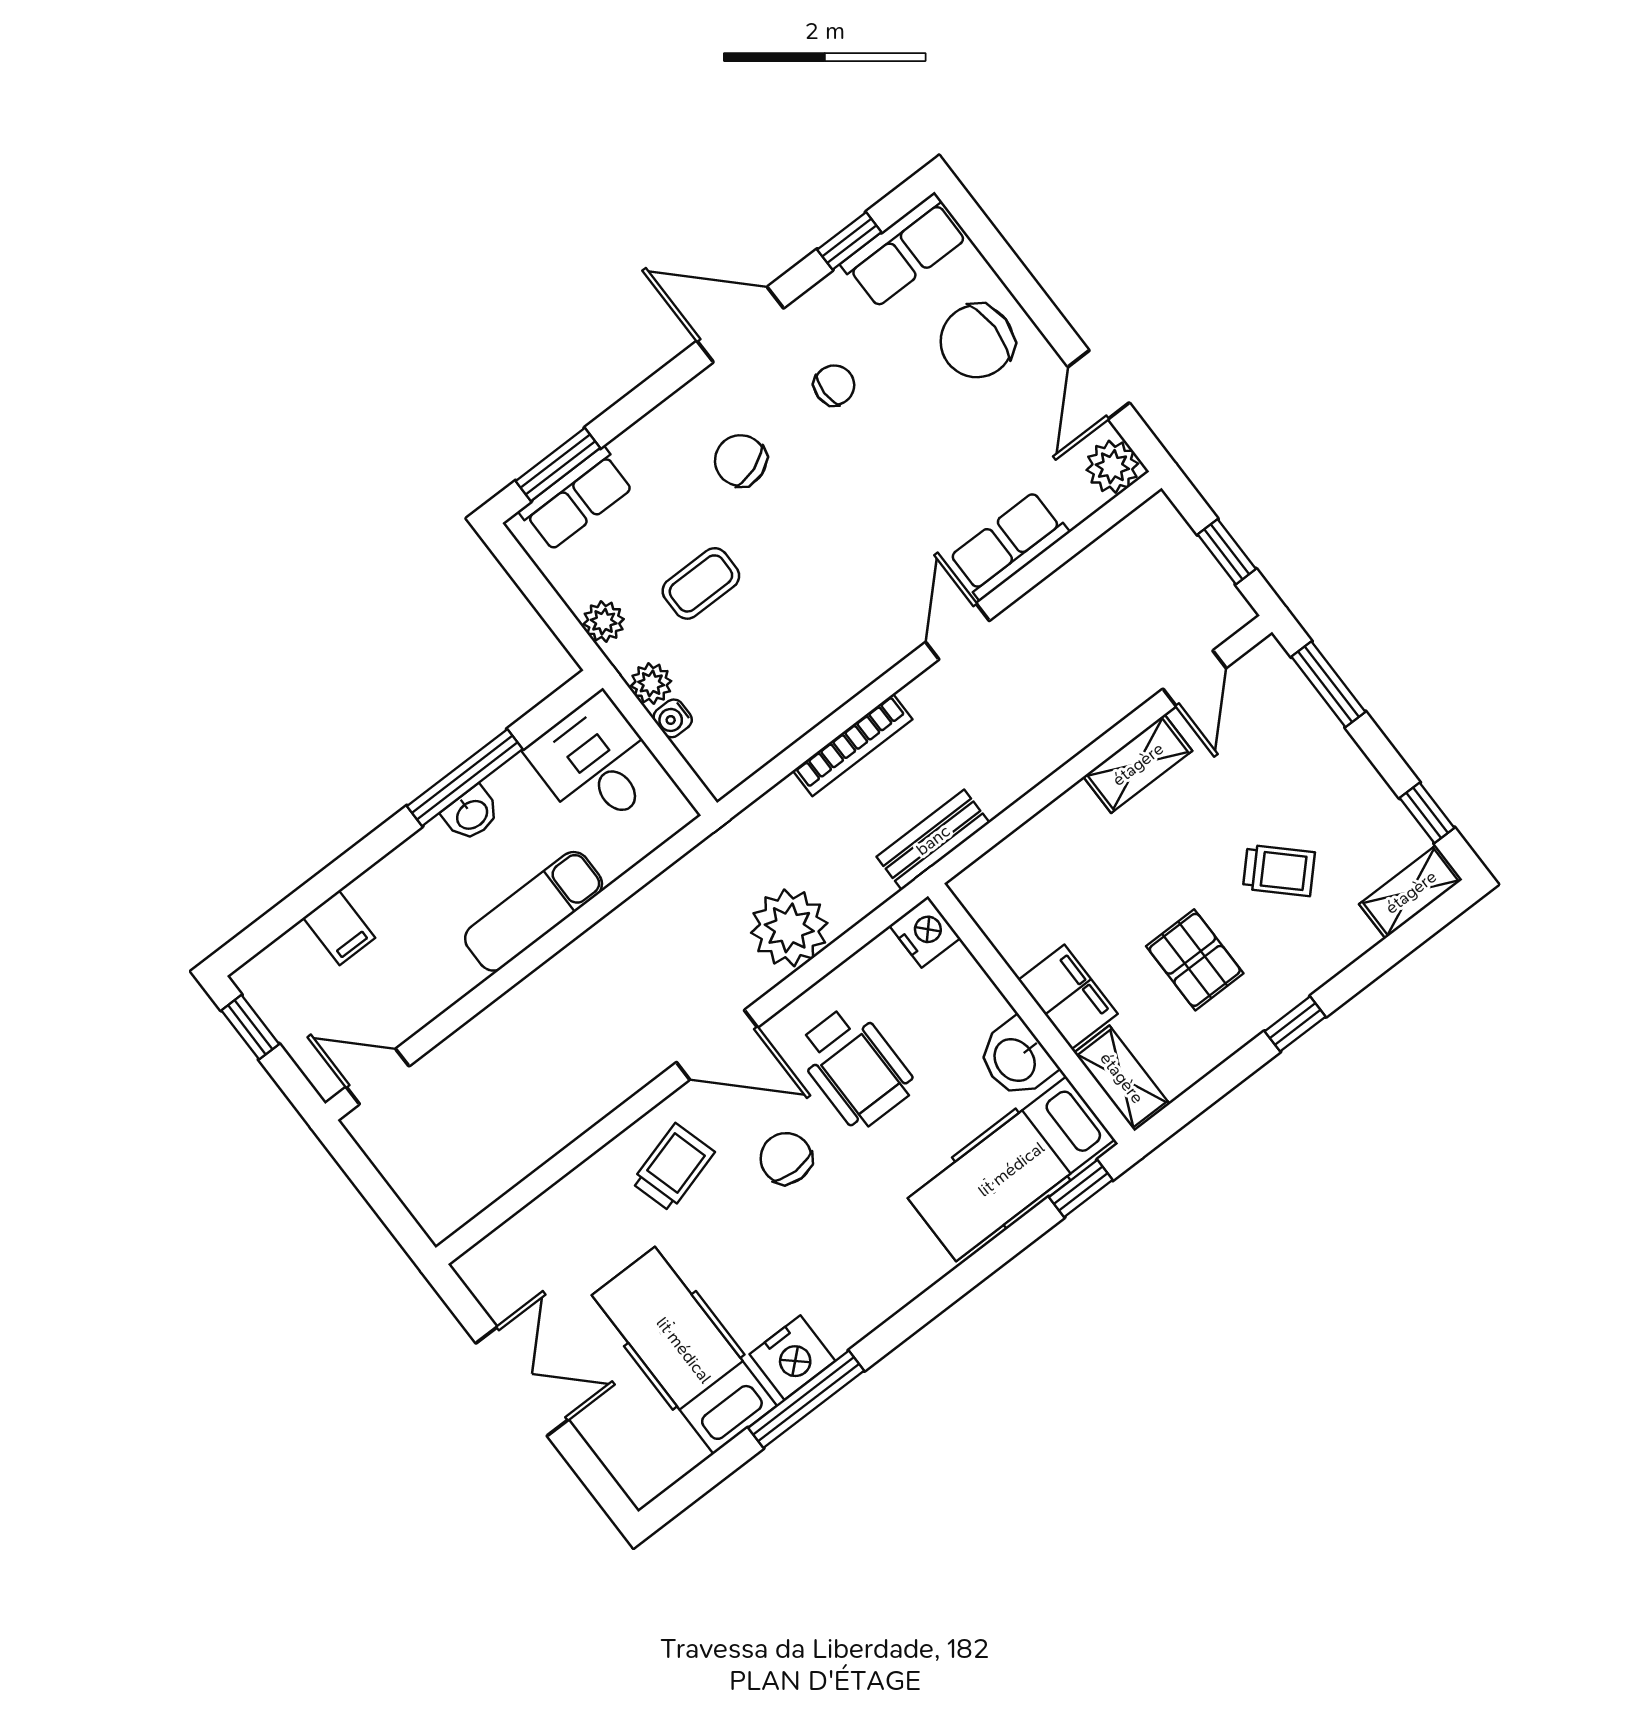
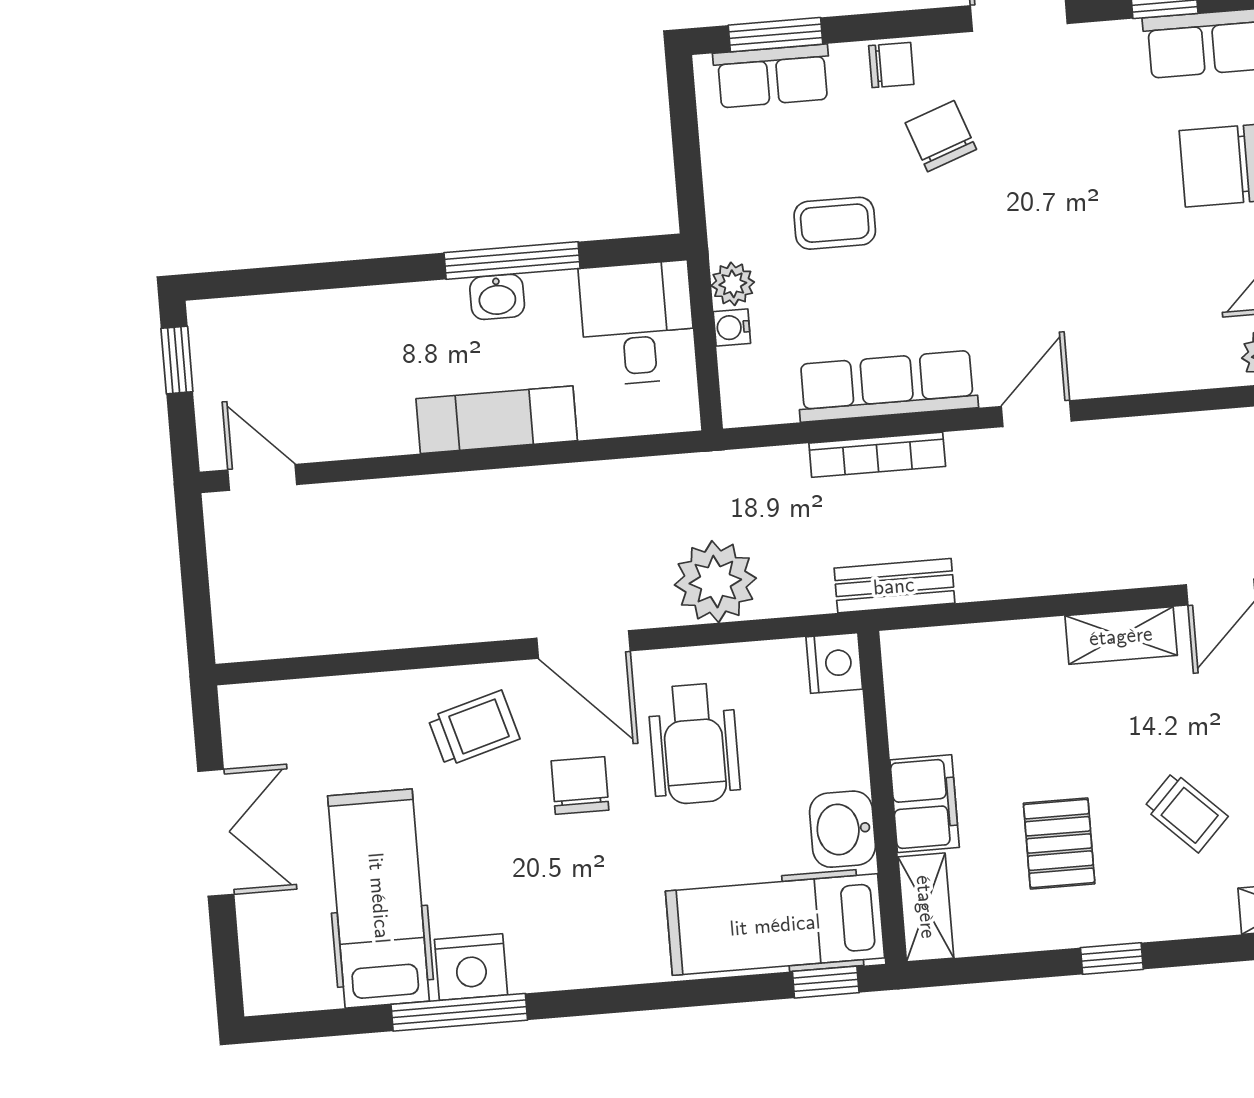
chair: (834, 385) -> (891, 65), moved
row of seats: (1009, 545) -> (887, 386), moved, width x1.48
plant: (604, 622) -> (726, 201), removed
filing cabinet: (339, 928) -> (314, 322), removed

